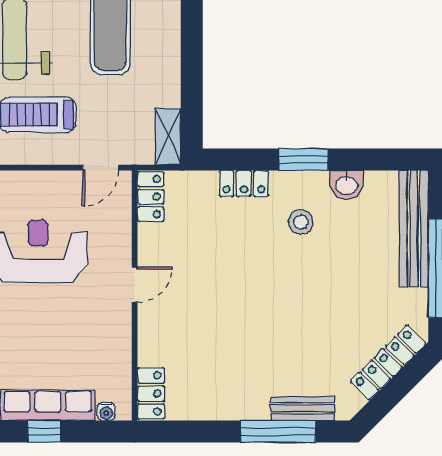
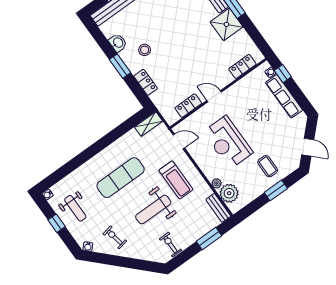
locker: (151, 197) -> (188, 106), moved
locker: (151, 393) -> (242, 66), moved
shower: (243, 395) -> (226, 24), added
window: (44, 431) -> (283, 74), moved

